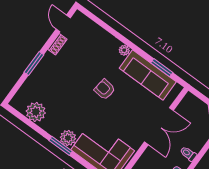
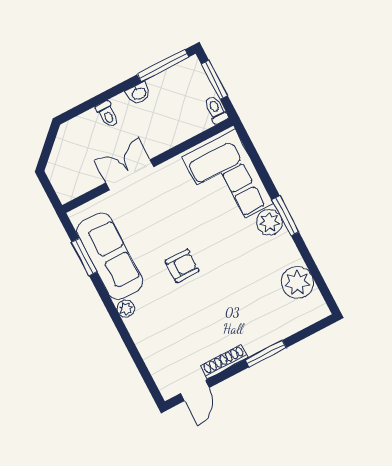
shoe rack: (57, 44) -> (224, 362), width x1.43
armchair: (105, 89) -> (182, 266), turned -97
double door: (159, 126) -> (130, 175), width x0.73

